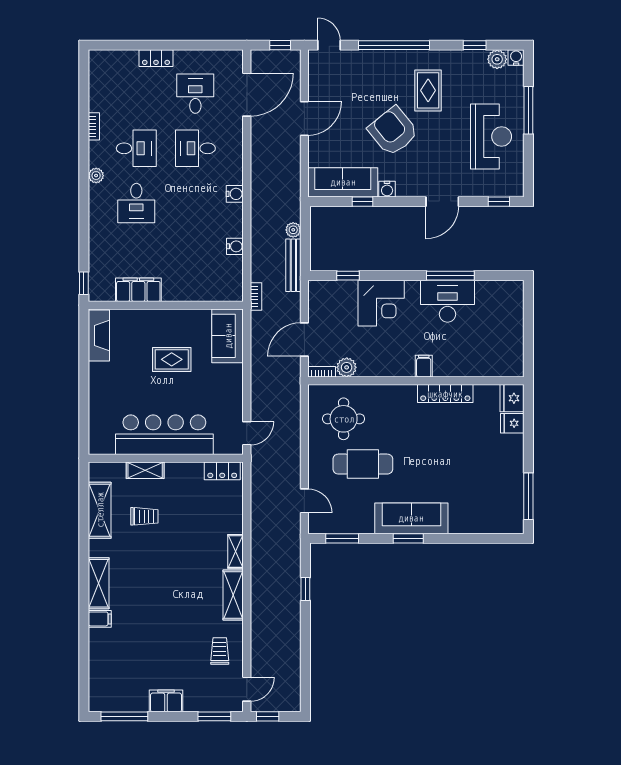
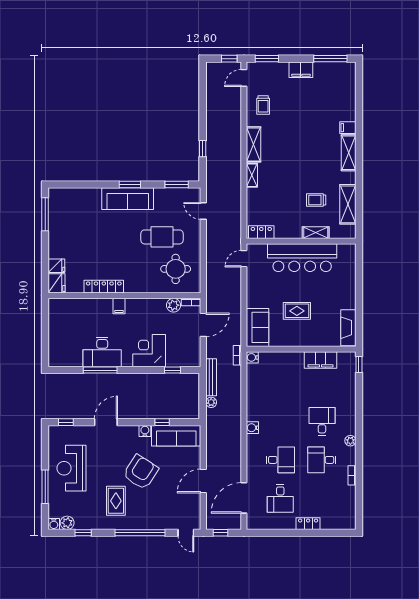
armchair: (393, 131) -> (141, 472), turned -108
water cooler: (235, 246) -> (252, 357), moved

